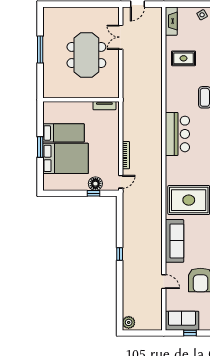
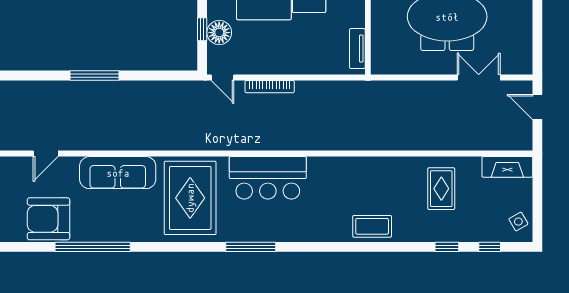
bar counter: (177, 134) -> (268, 178), moved
window: (120, 254) -> (94, 76), width x2.17

